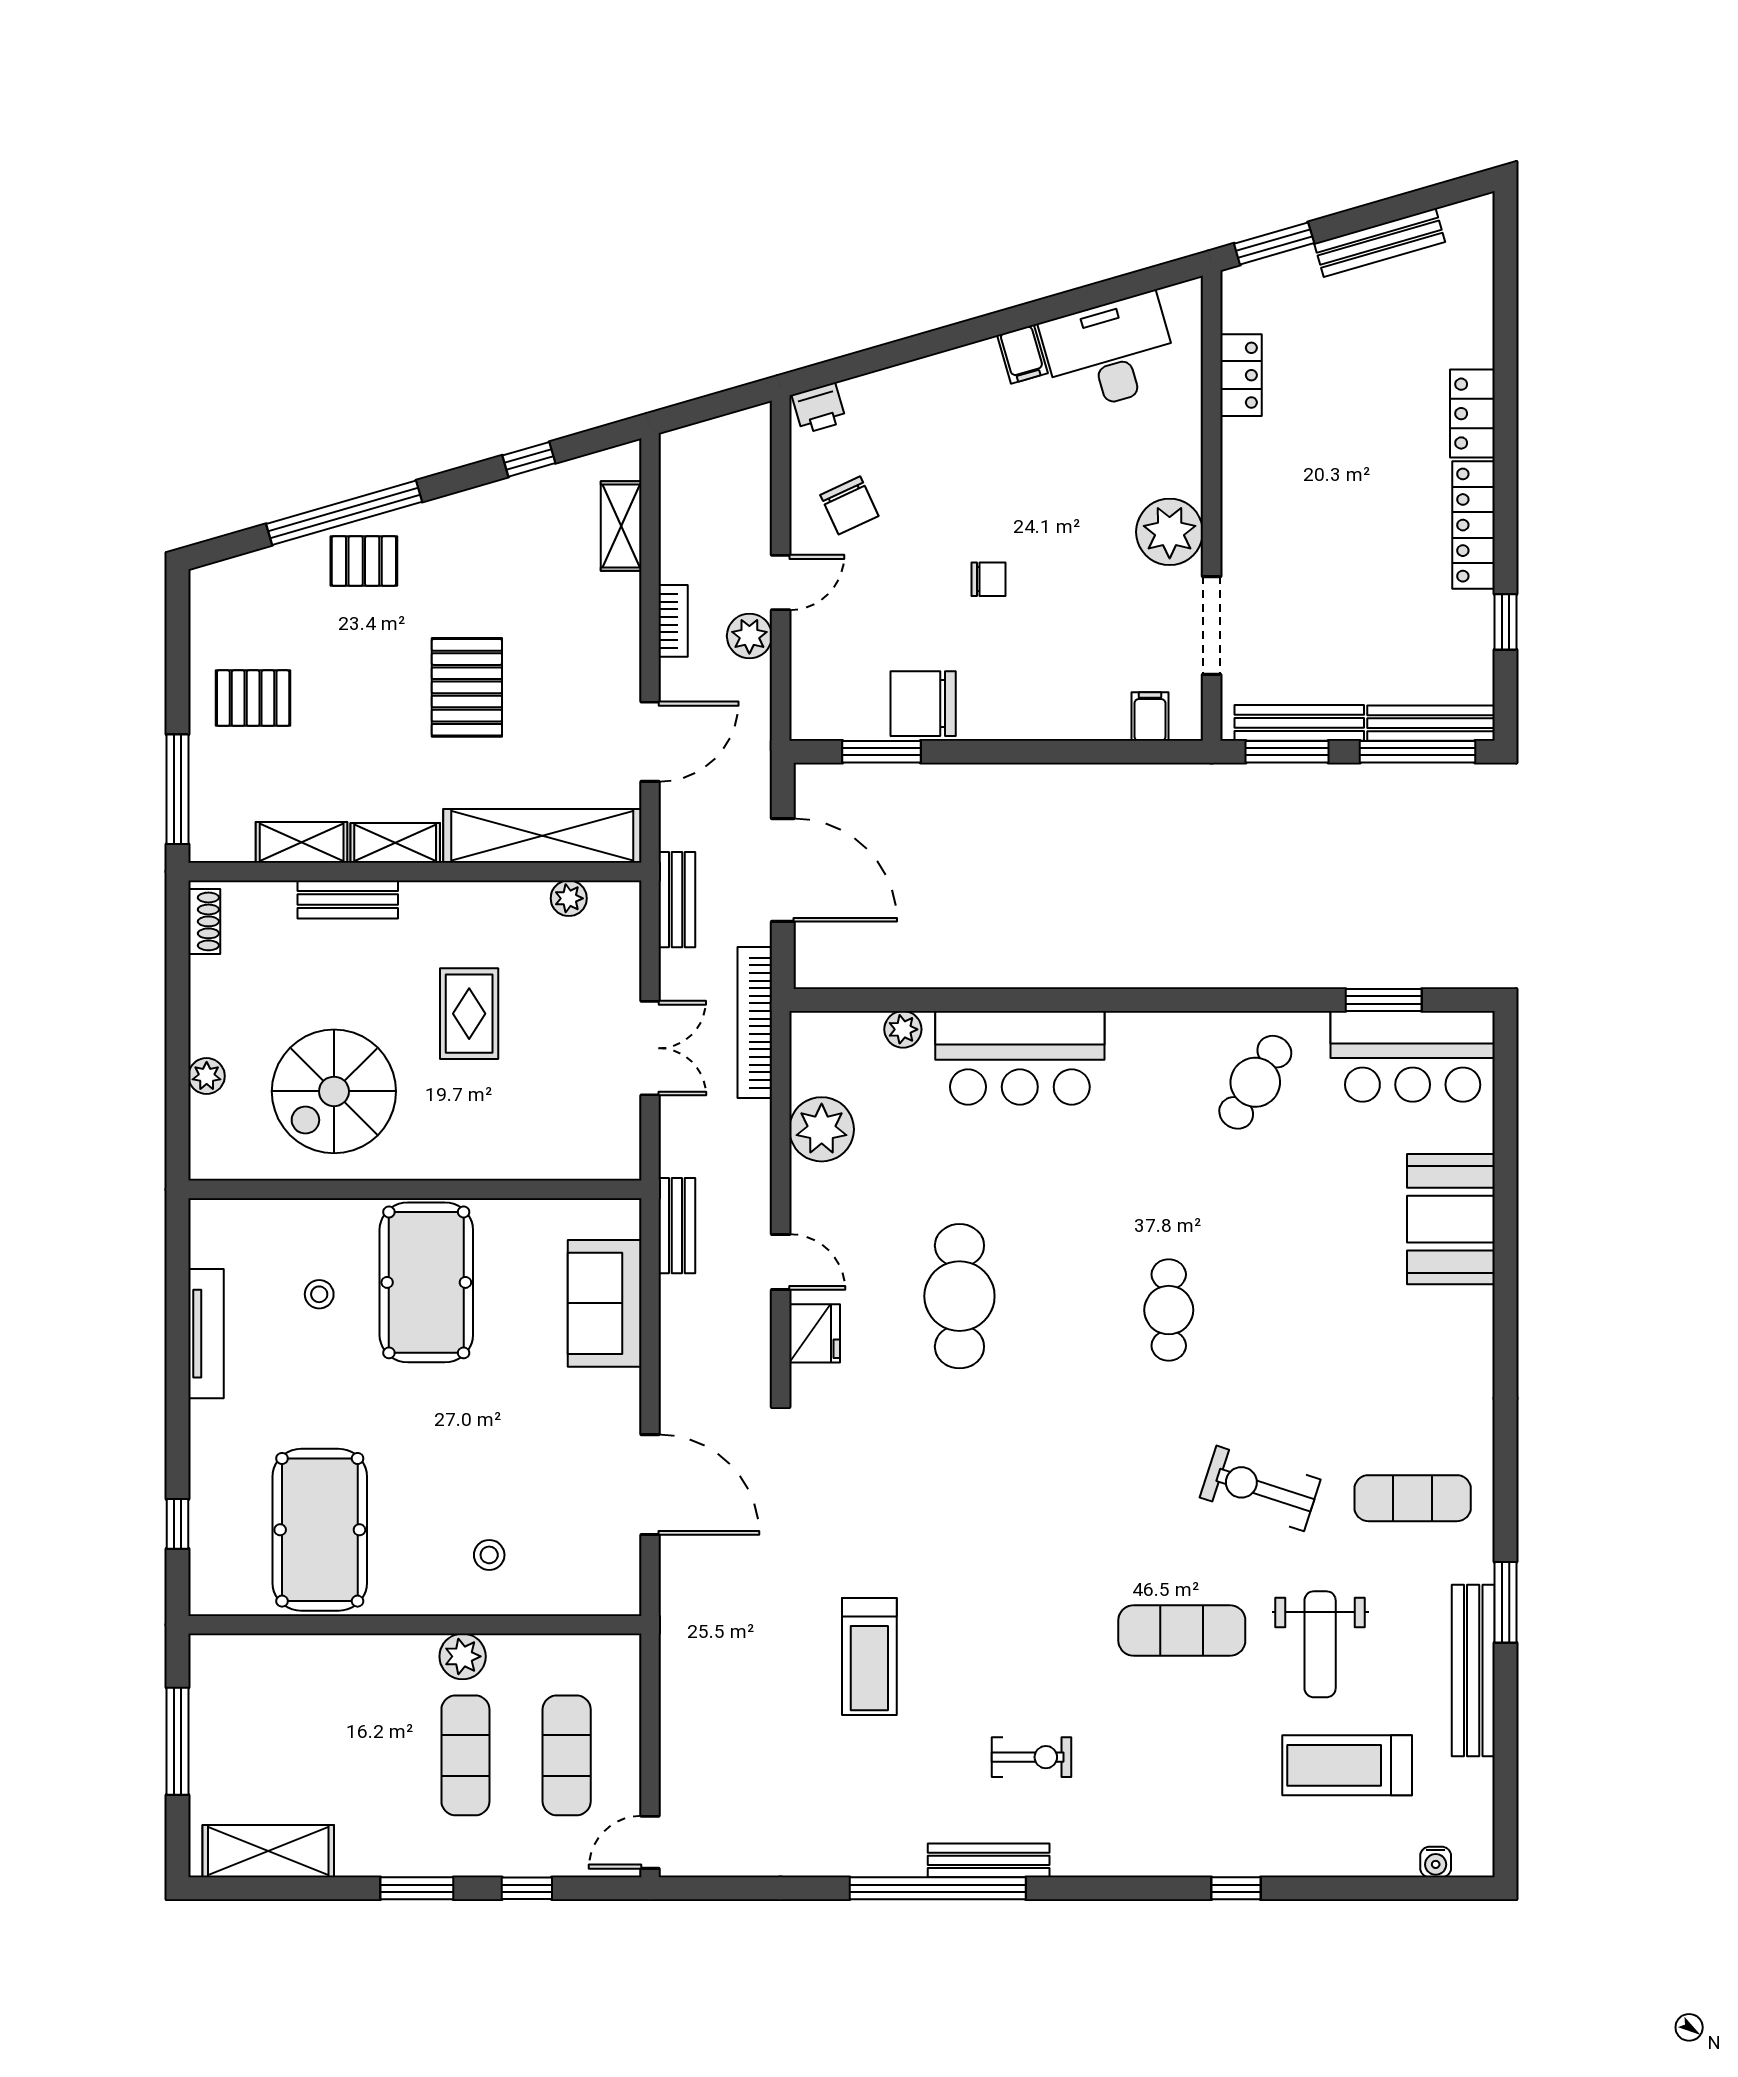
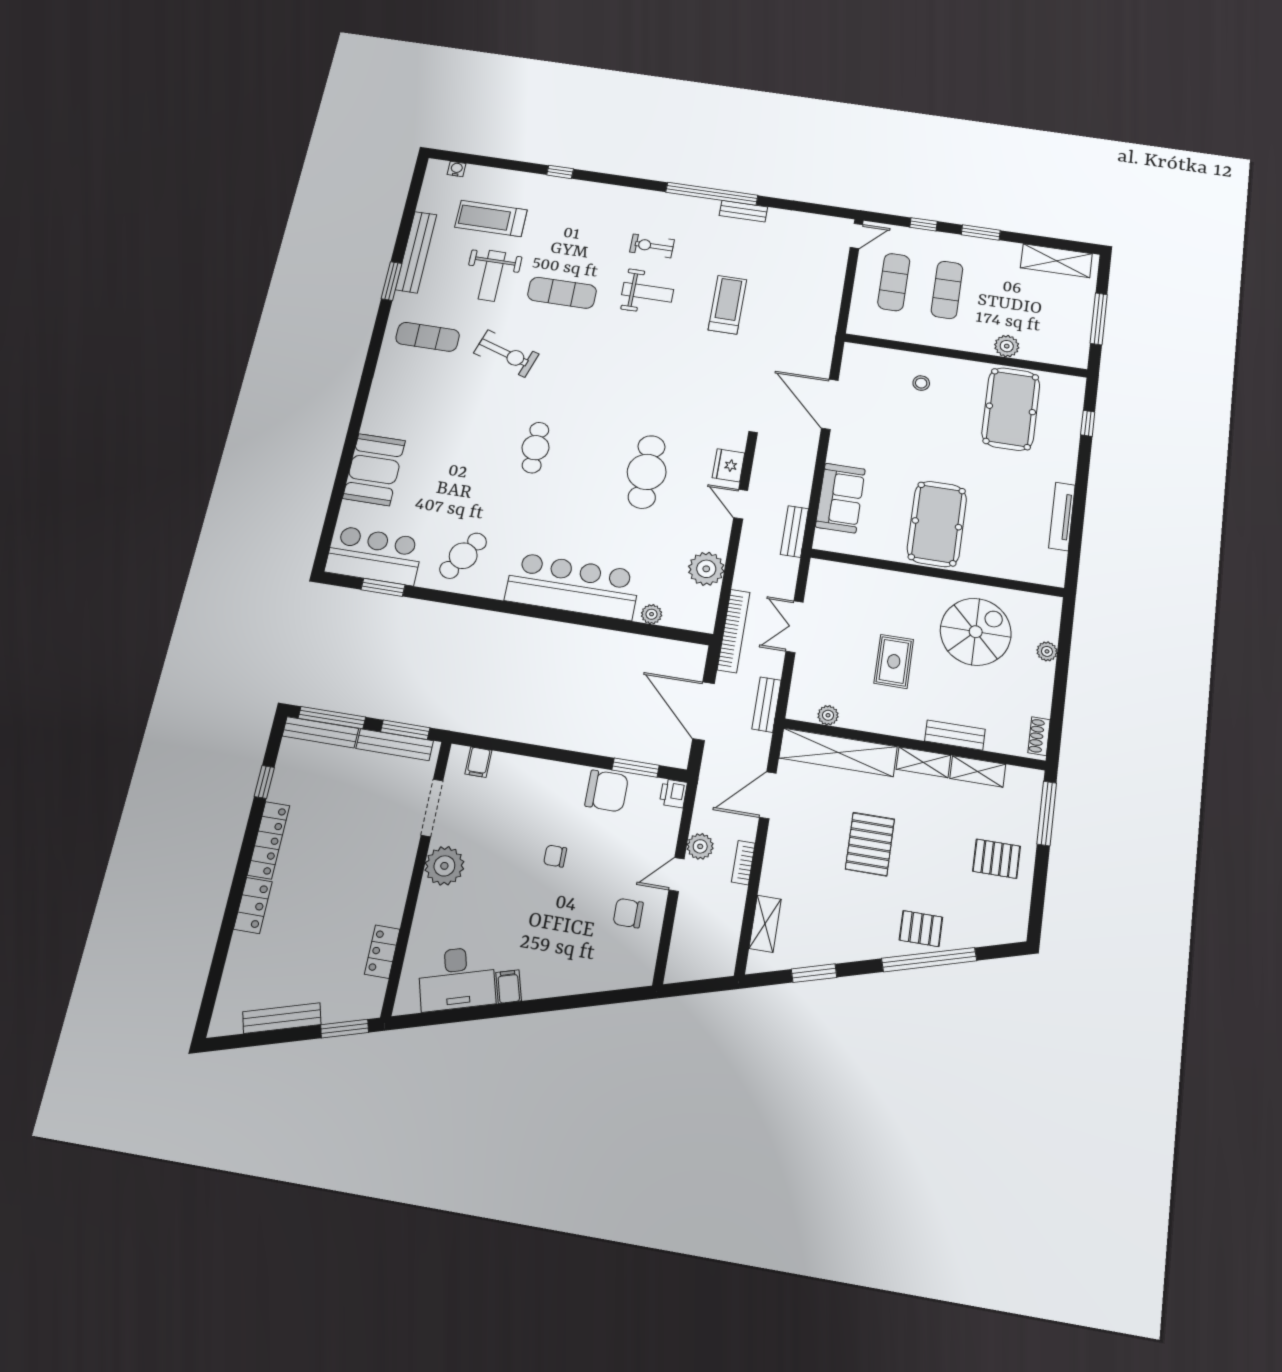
printer: (819, 408) -> (673, 793), moved, turned -74
window: (529, 459) -> (814, 973), width x1.50
chair: (849, 505) -> (628, 913), turned -65
bar counter: (1020, 1058) -> (573, 586), width x1.36
stool: (319, 1294) -> (997, 527), removed
weight bench: (1320, 1644) -> (492, 276), turned 180
plant: (463, 1656) -> (1007, 346), moved
weight bench: (1022, 1658) -> (648, 292), added
treadmill: (1347, 1765) -> (491, 219), turned 180
bench: (989, 1860) -> (743, 211), moved, width x0.73

